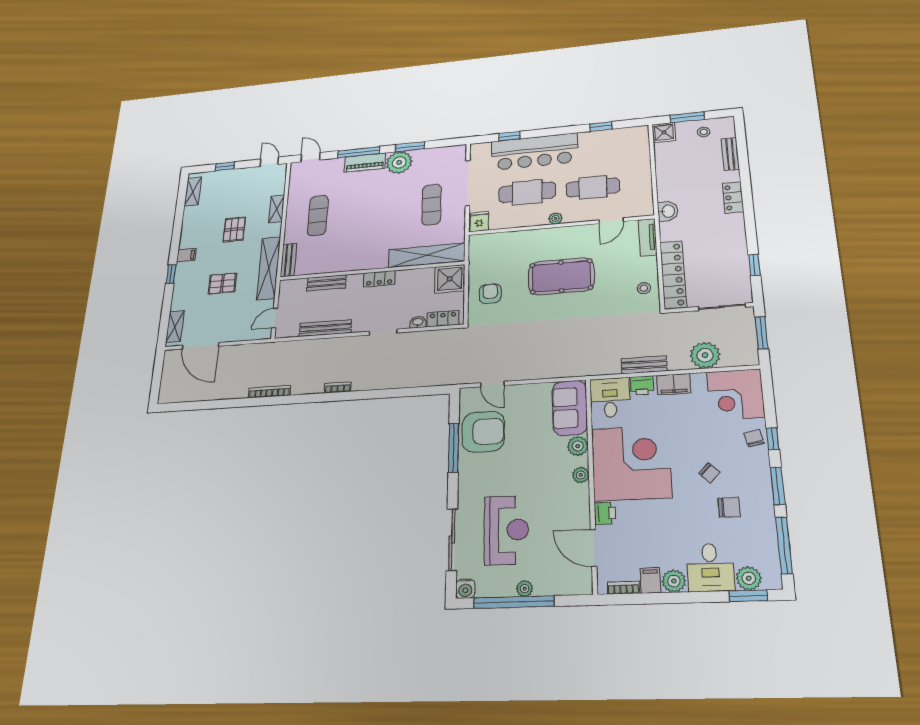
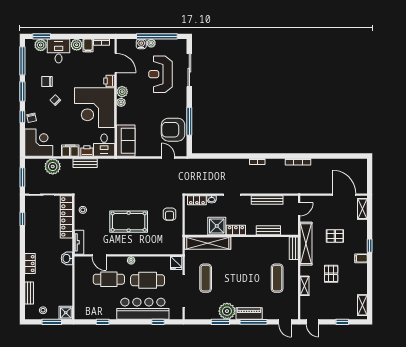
door: (611, 221) -> (99, 255), swing flipped
shower: (450, 279) -> (217, 226), moved
plant: (578, 446) -> (122, 92), moved
water cooler: (465, 589) -> (141, 44), moved

